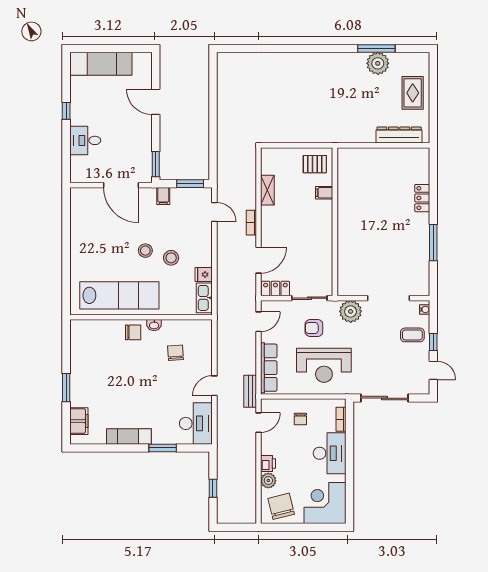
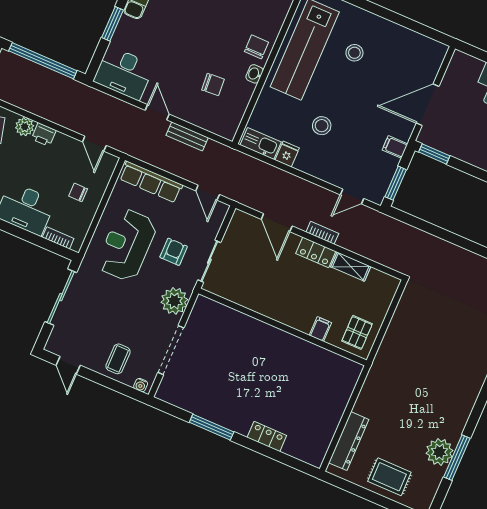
stool: (145, 251) -> (354, 53), moved
locker: (275, 289) -> (316, 252), moved, turned 90
chair: (133, 332) -> (257, 47), turned 180
window: (433, 342) -> (100, 379), removed
door: (433, 370) -> (68, 365), hinge flipped
bench: (250, 391) -> (187, 136), moved
window: (213, 488) -> (43, 61), width x3.17

